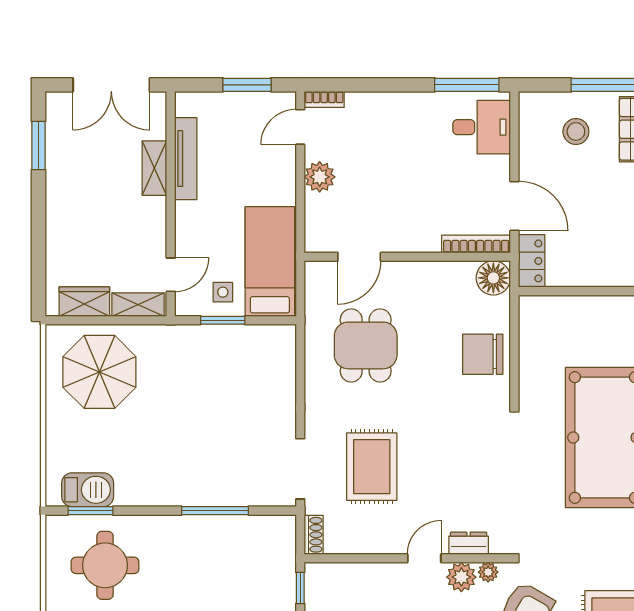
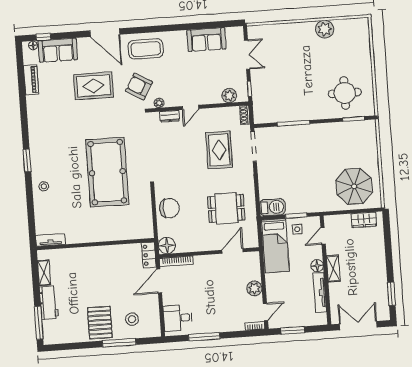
window: (467, 85) -> (204, 337), moved
shelving: (154, 168) -> (333, 268), moved
door: (514, 206) -> (159, 281), hinge flipped
floor lamp: (187, 214) -> (317, 266), added
shelving: (138, 305) -> (338, 220), removed
dining table: (366, 345) -> (226, 208), turned 90
barbecue: (88, 490) -> (272, 207), moved, turned 180
plant: (461, 577) -> (229, 96), moved

